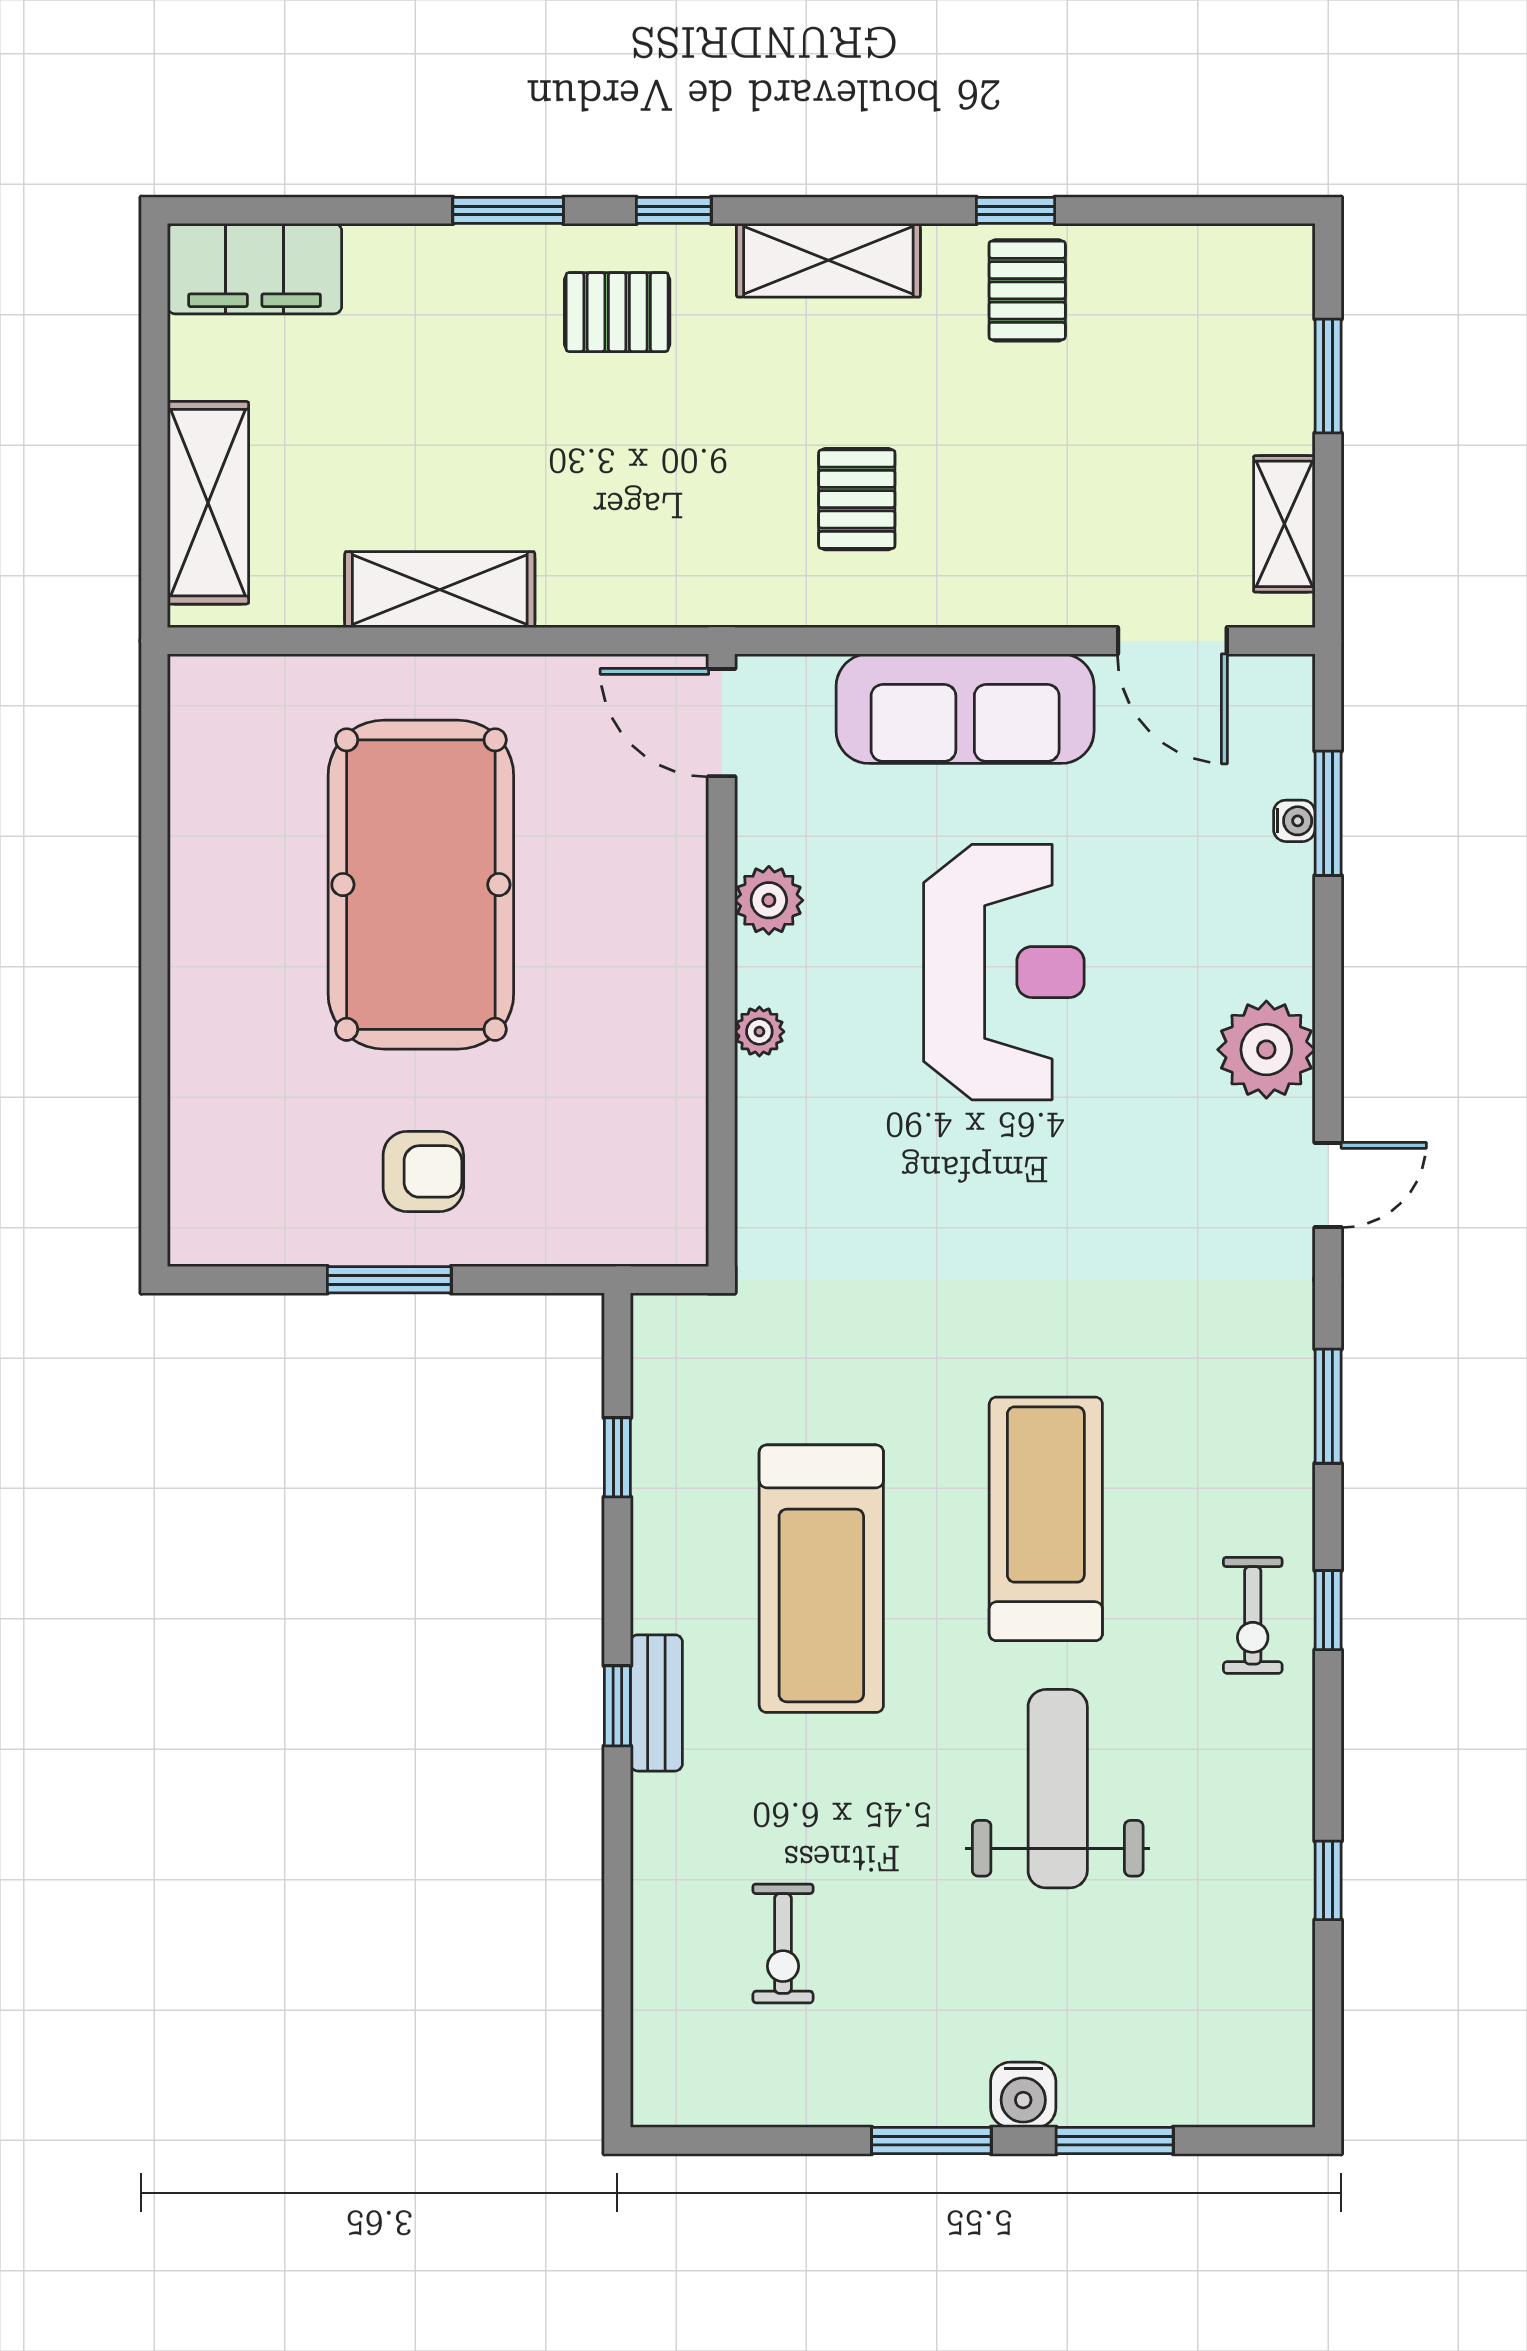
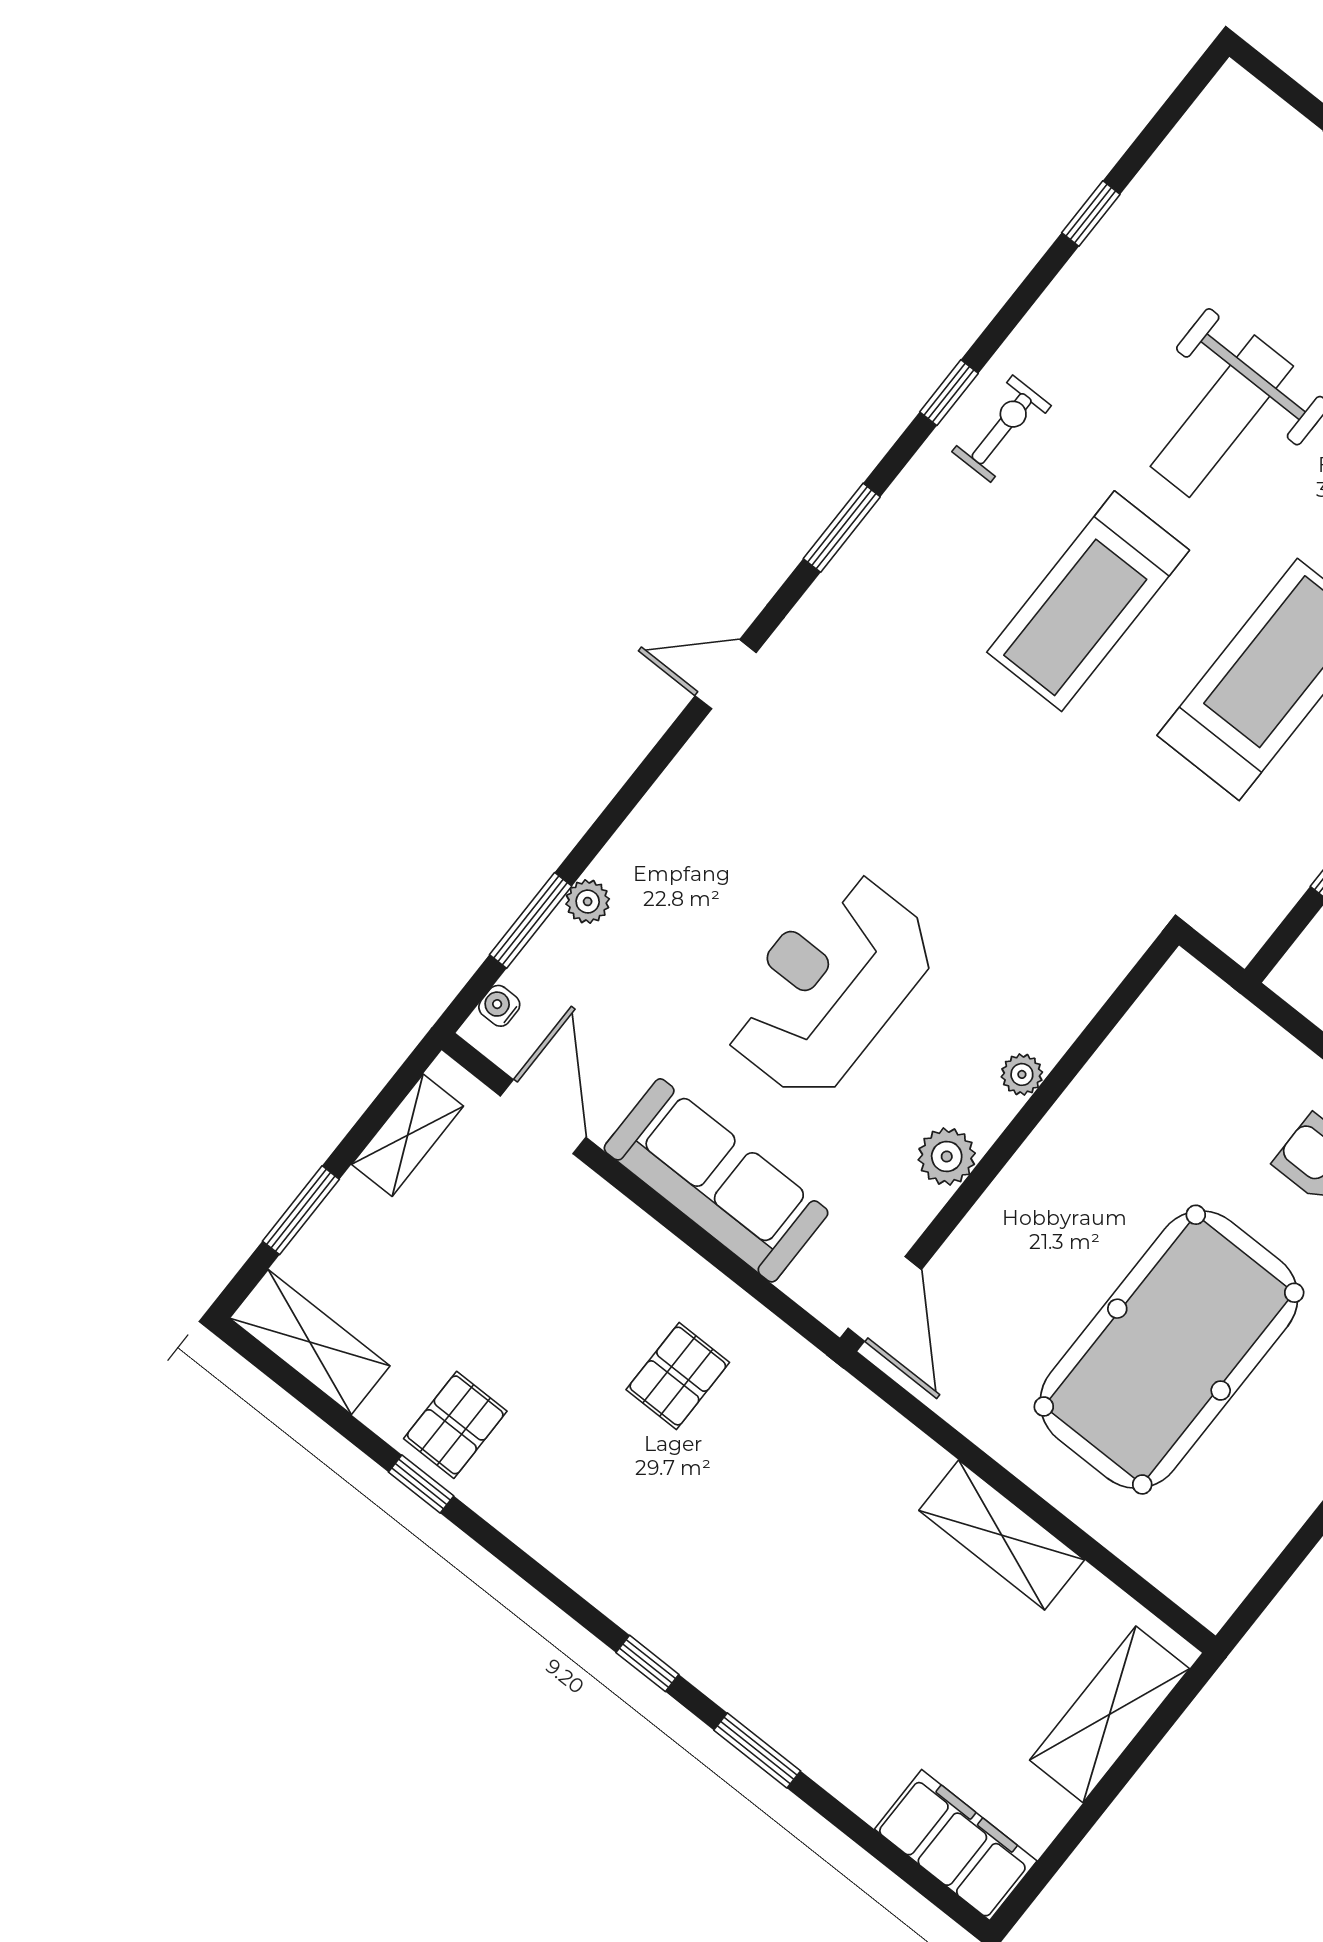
shelving: (828, 260) -> (310, 1342), moved
pallet: (617, 312) -> (738, 1626), removed
water cooler: (1294, 821) -> (499, 1006), moved
plant: (1266, 1050) -> (588, 902), moved, width x0.53, depth x0.53

